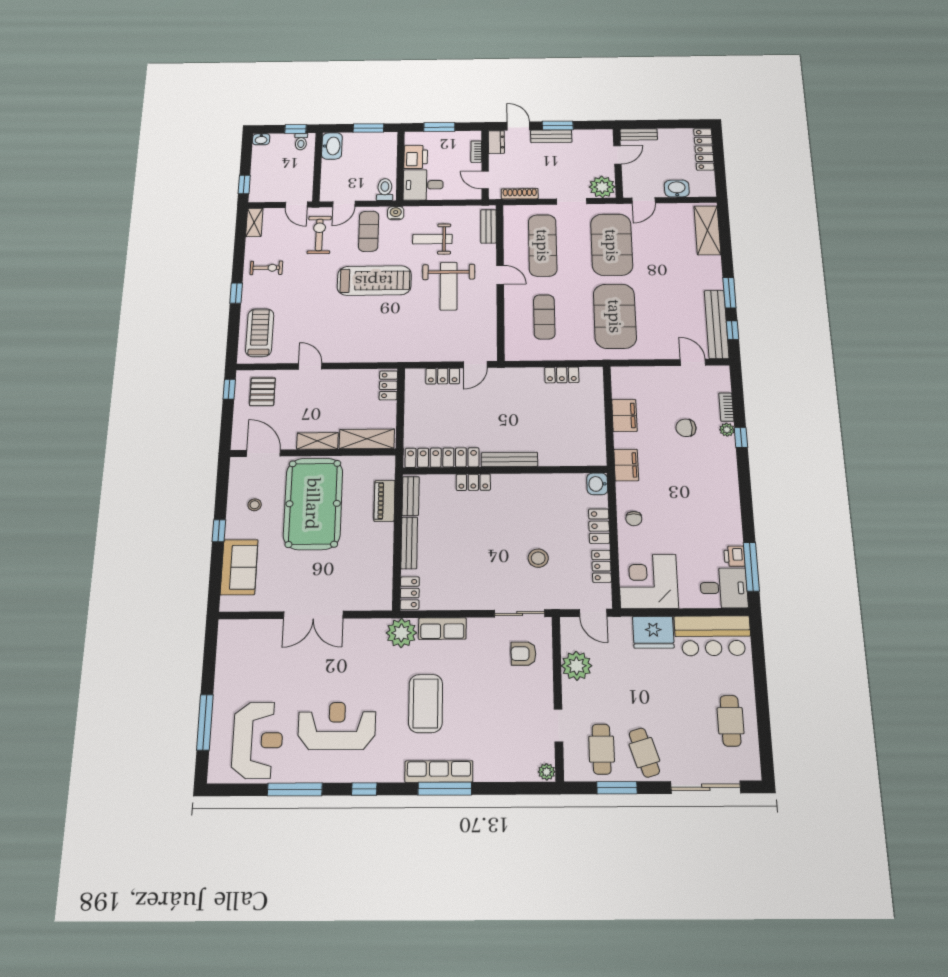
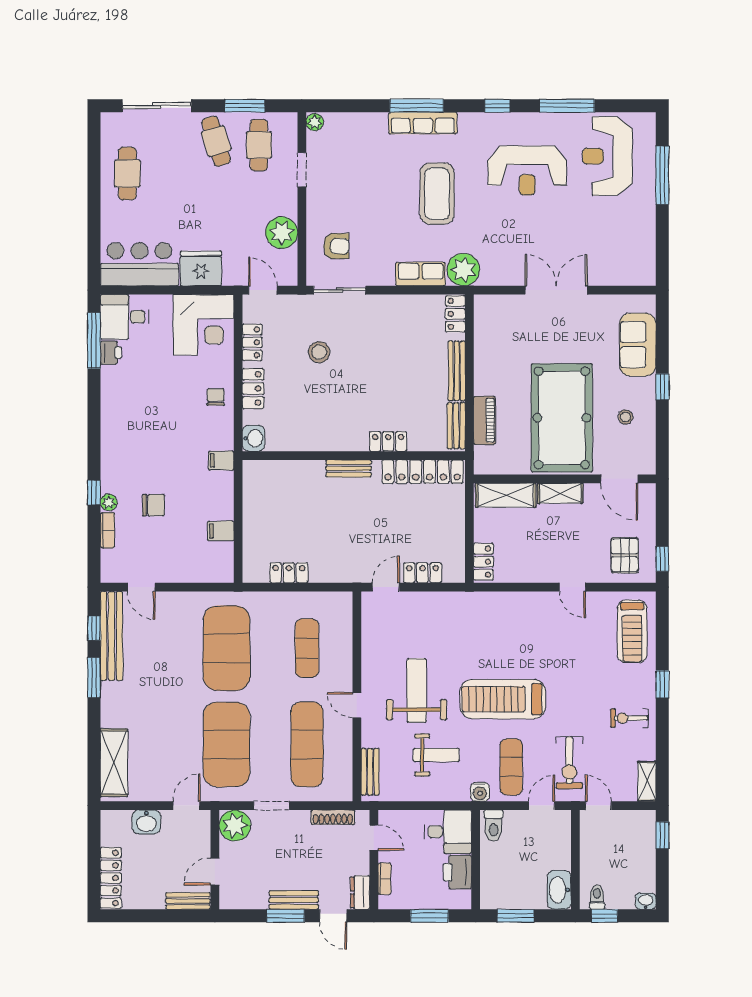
filing cabinet: (624, 416) -> (221, 531), width x0.50
bench: (509, 460) -> (349, 468), width x0.73
filing cabinet: (626, 465) -> (221, 461), width x0.50

